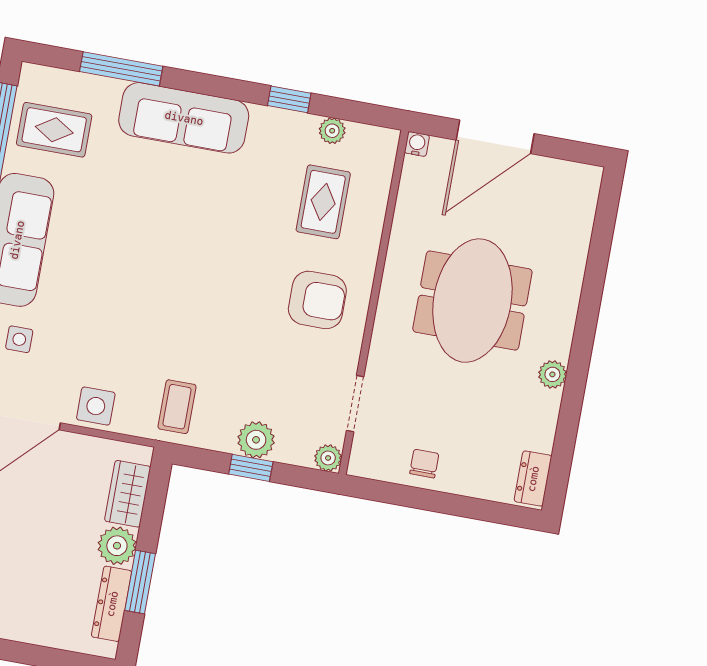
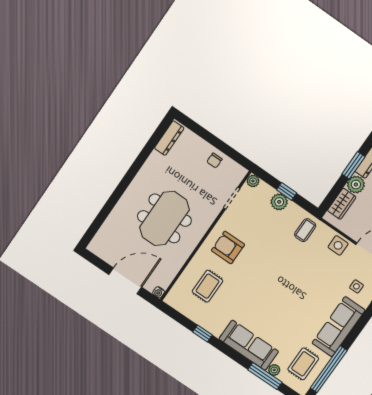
rug: (54, 130) -> (303, 364), turned 90
plant: (332, 131) -> (274, 370), moved
plant: (552, 374) -> (145, 173), removed
dresser: (533, 479) -> (169, 138), width x1.44

